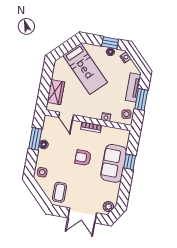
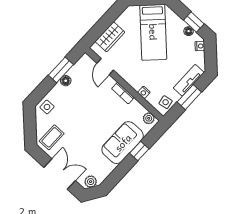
plant: (122, 134) -> (149, 118), added
armchair: (83, 158) -> (96, 118), removed
double door: (82, 215) -> (60, 174), swing flipped

